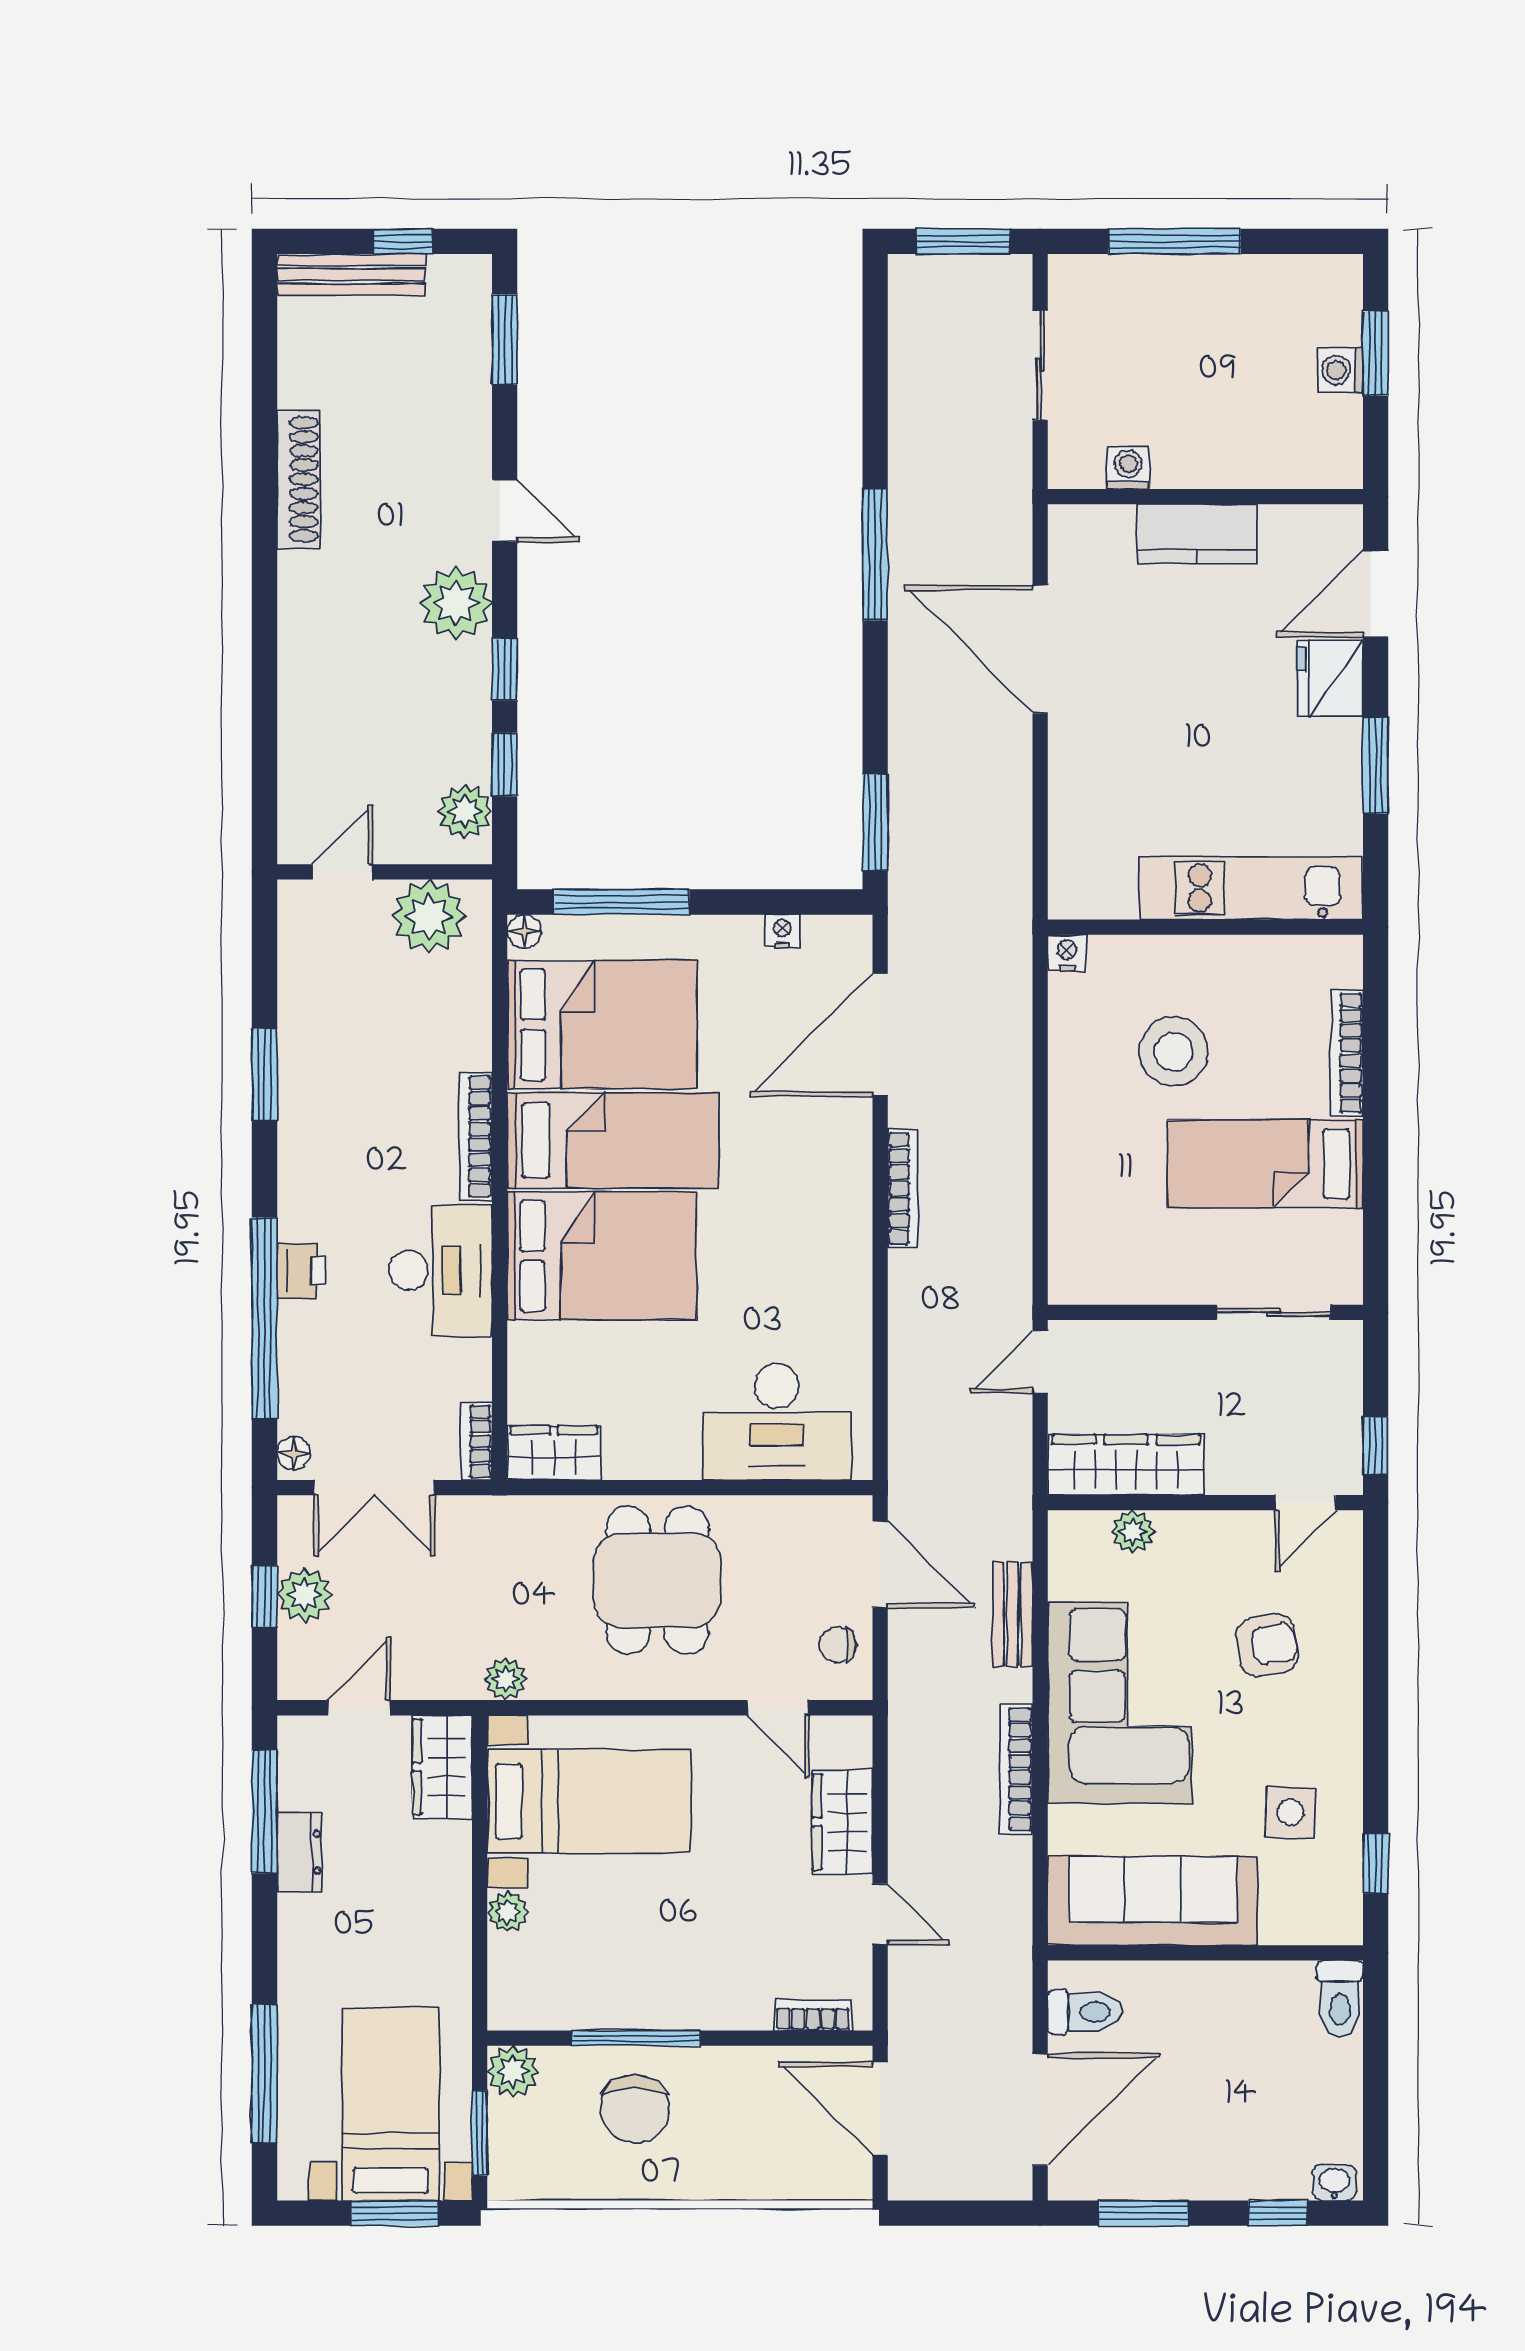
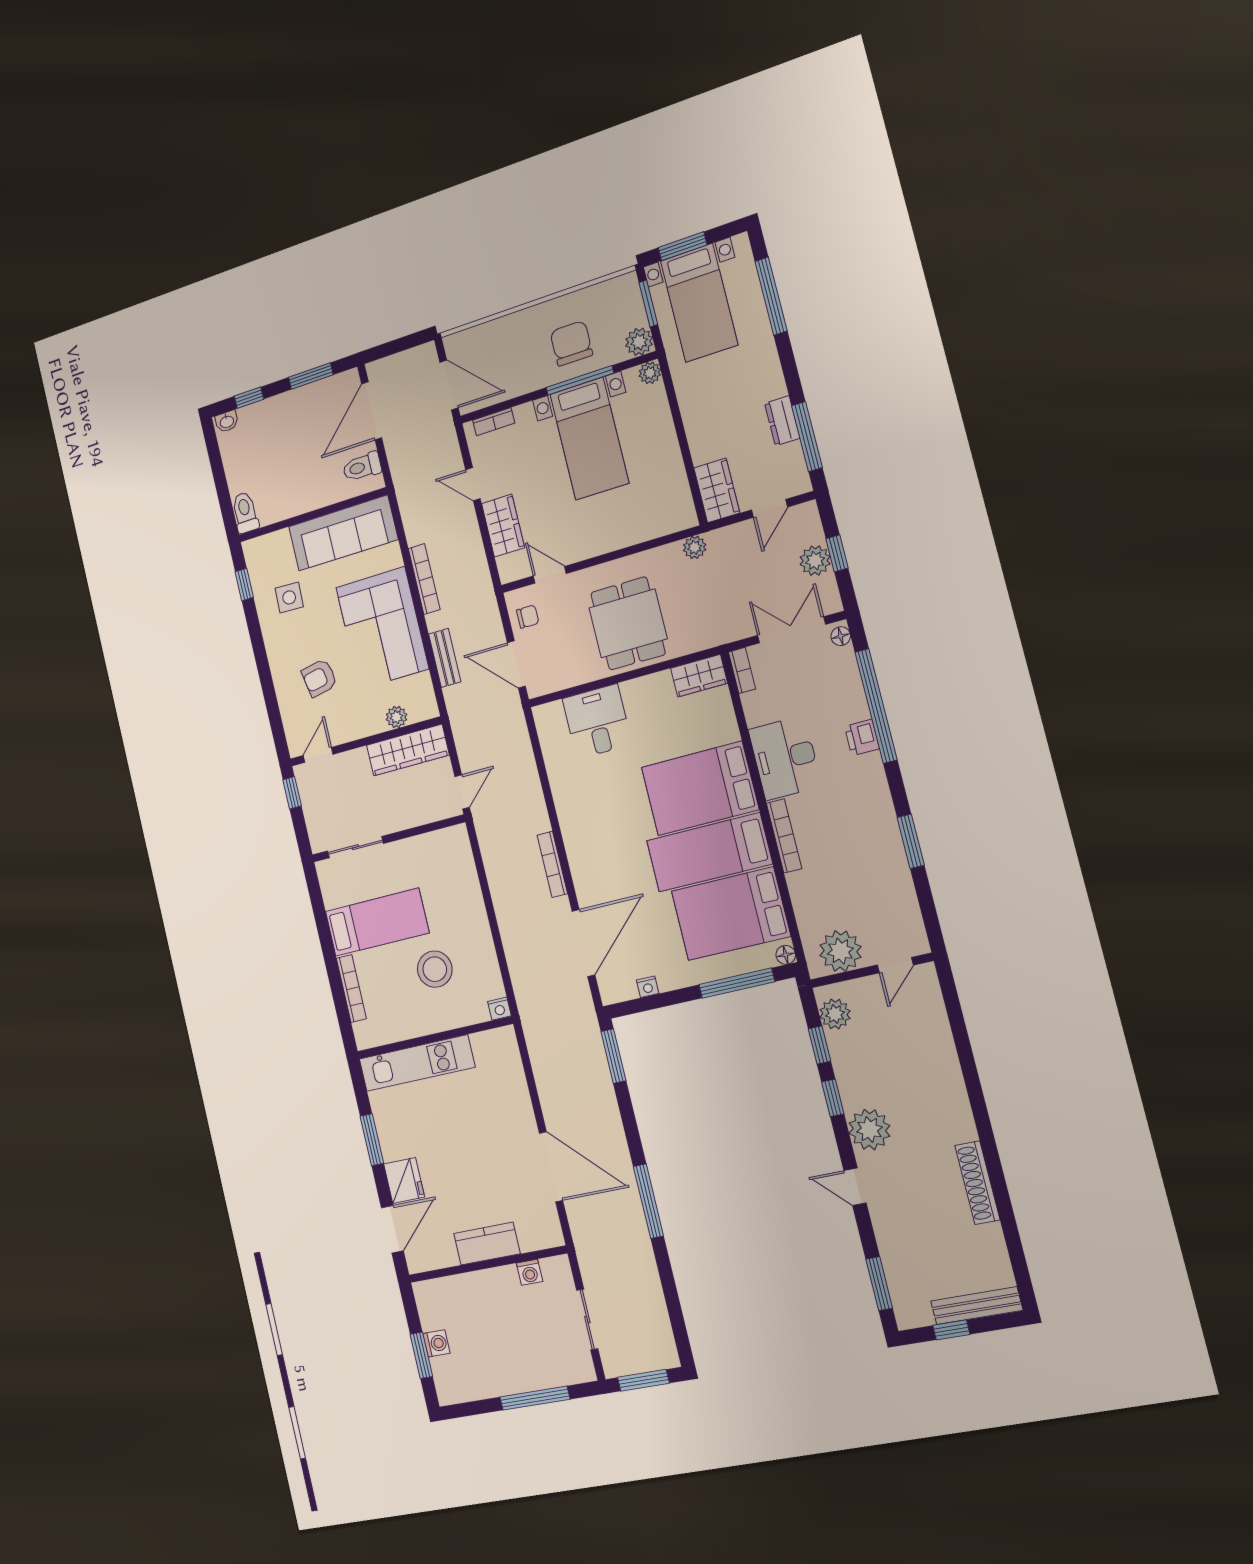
desk: (777, 1422) -> (597, 721), width x0.73
bed with nightstands: (589, 1801) -> (589, 439), moved, turned -90
plant: (508, 1912) -> (650, 373), moved

